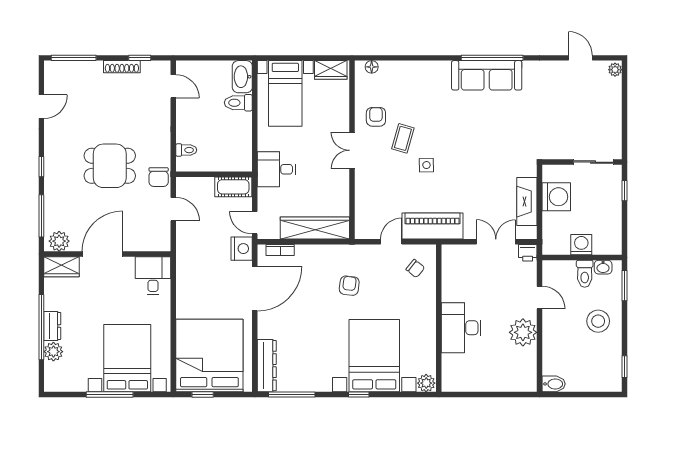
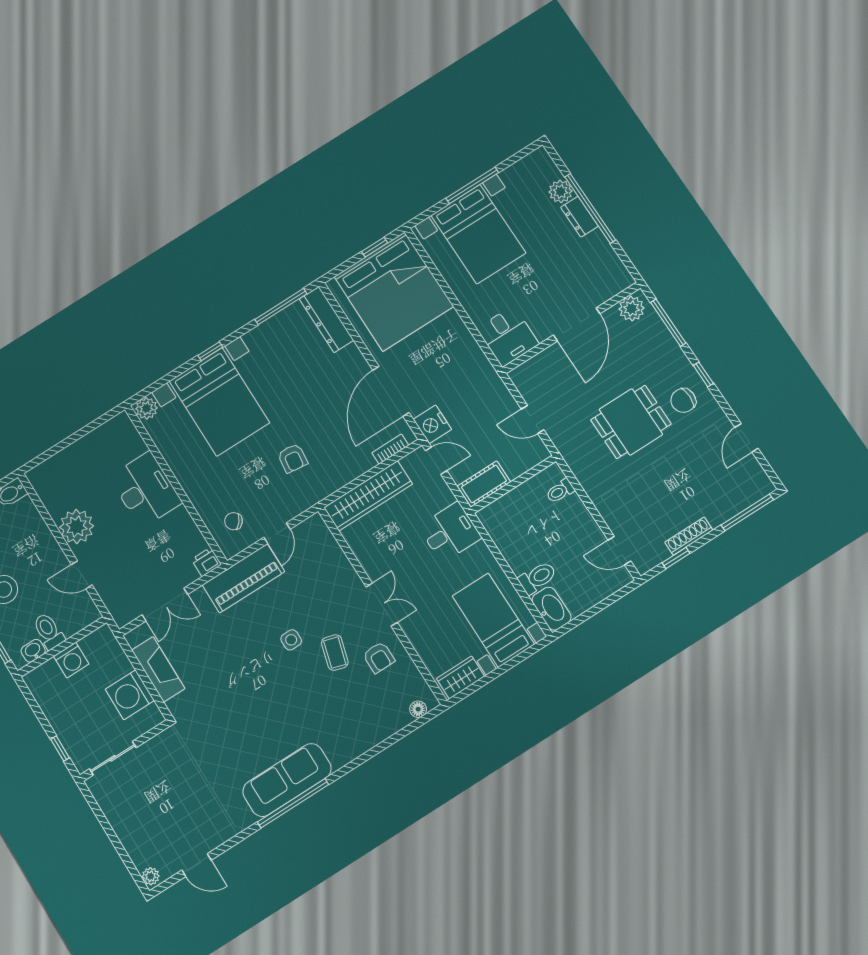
chair: (159, 177) -> (683, 400), moved, turned -90
printer: (528, 253) -> (206, 562), moved
wardrobe: (62, 267) -> (611, 284), removed

